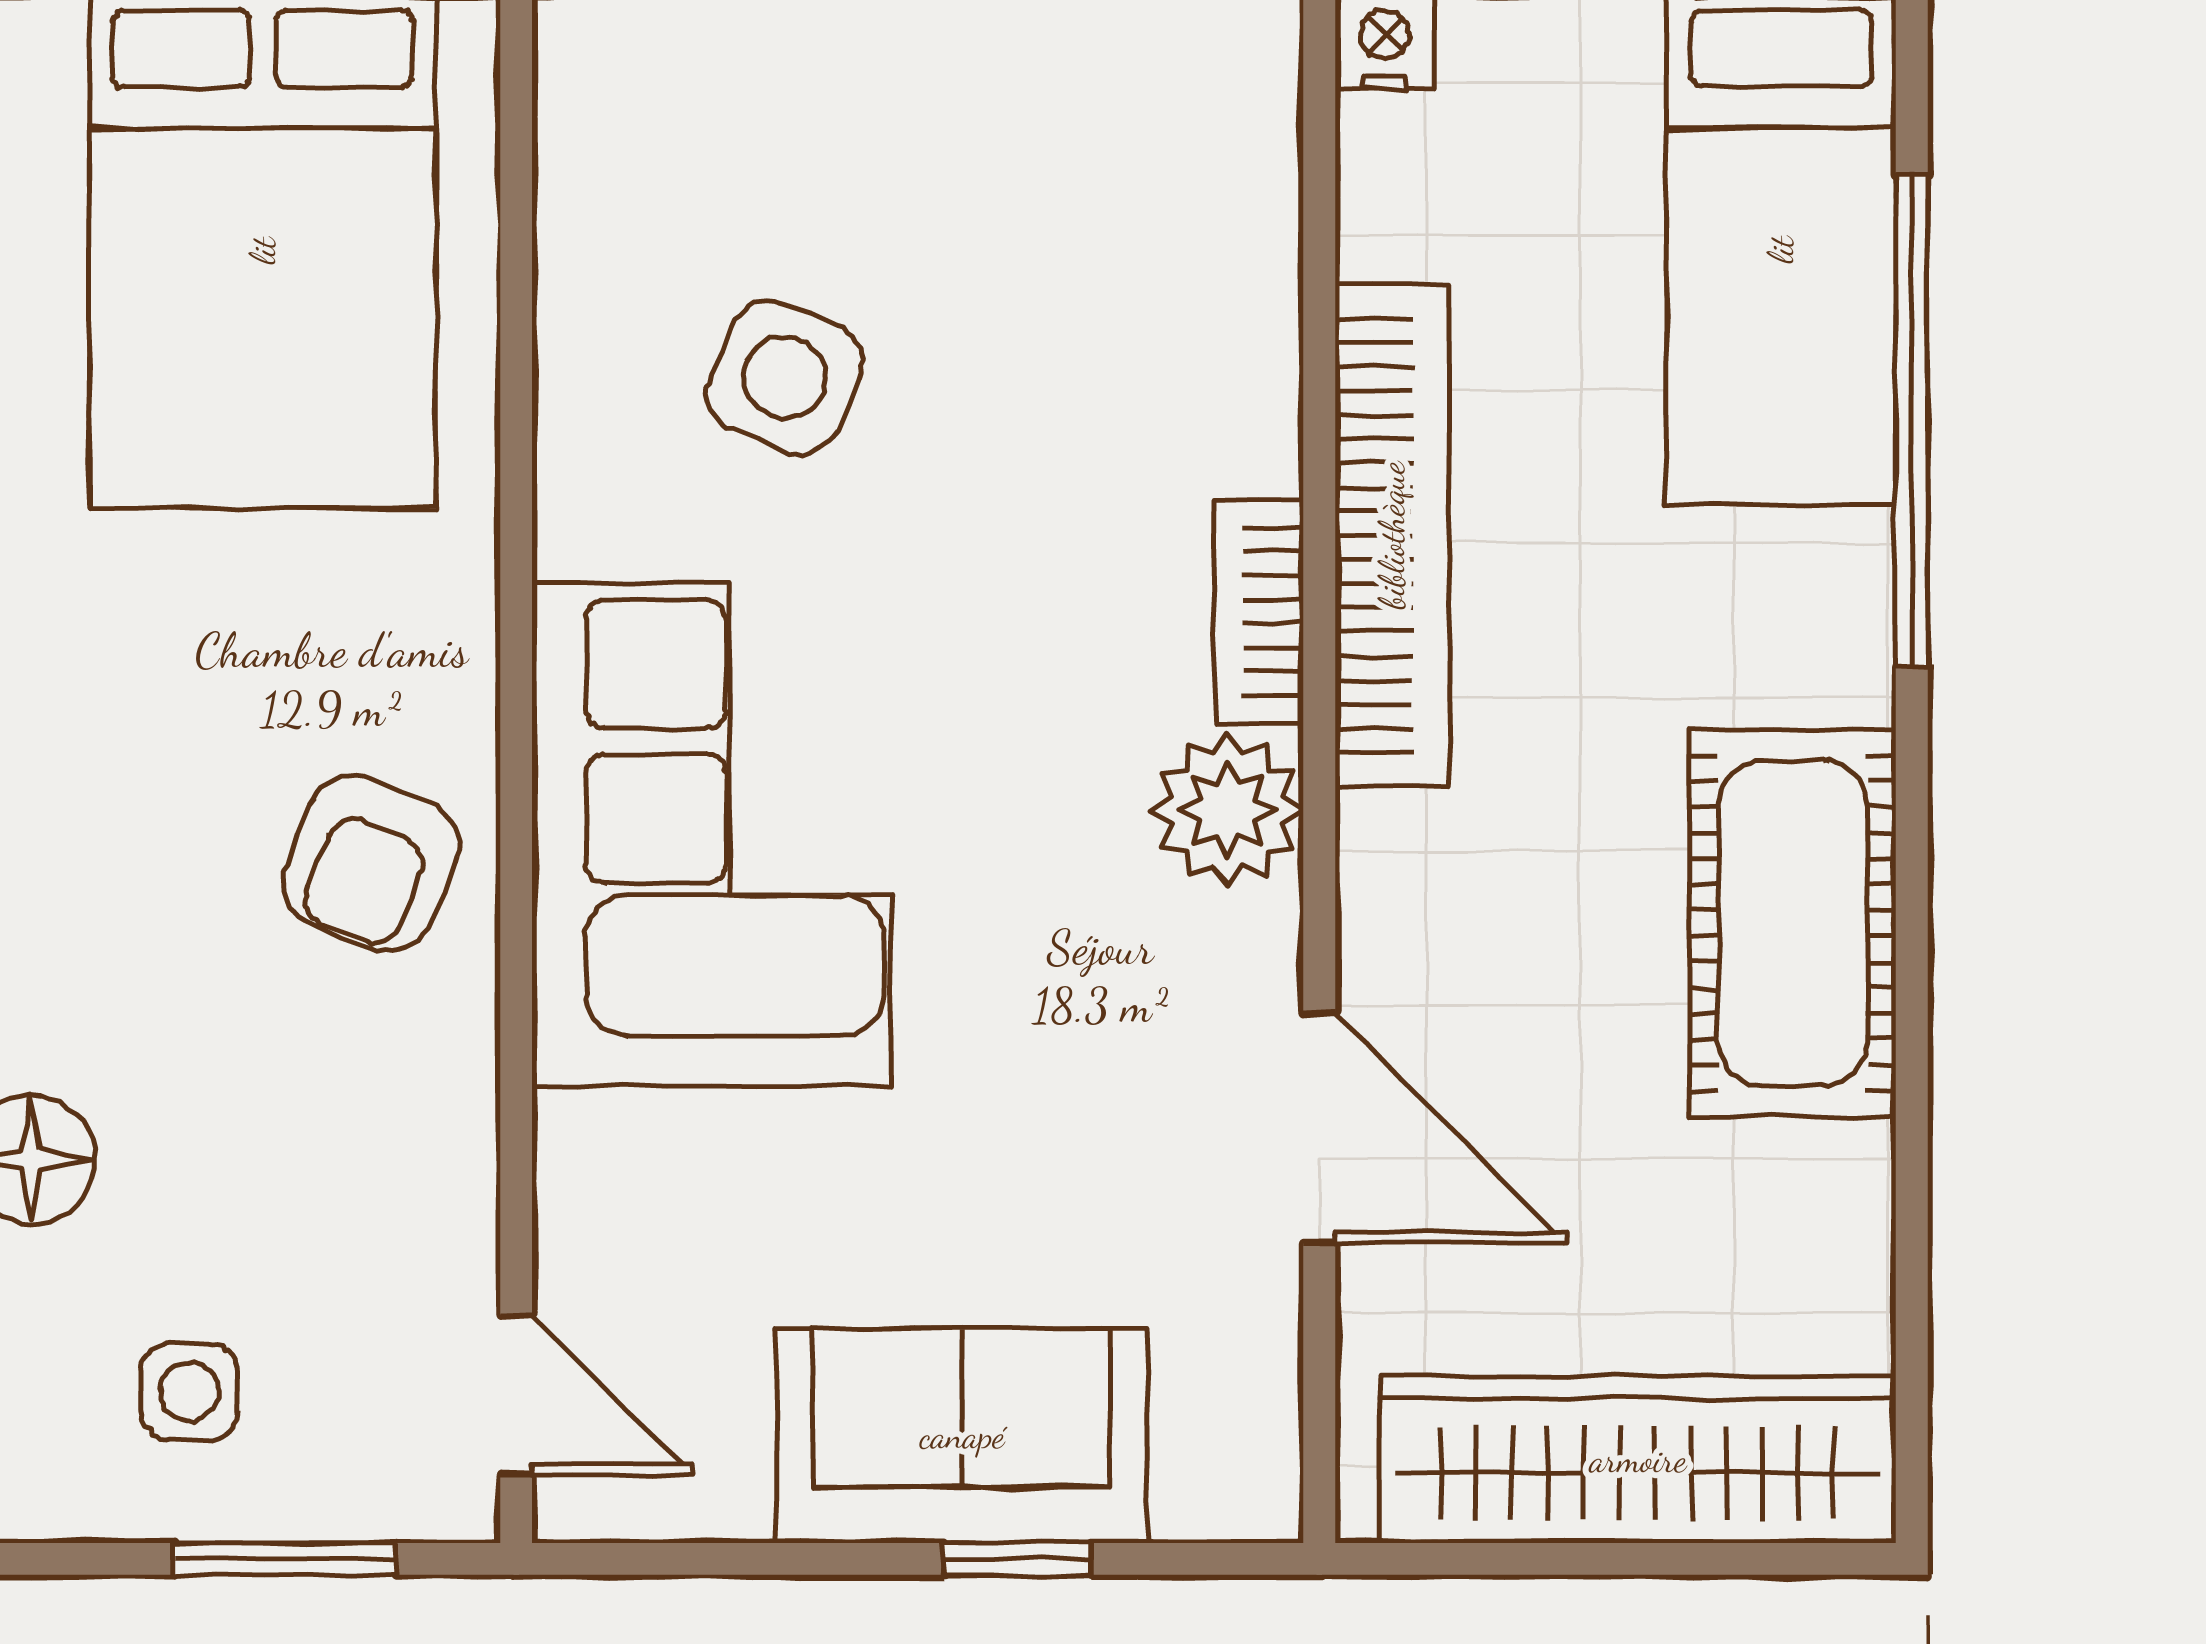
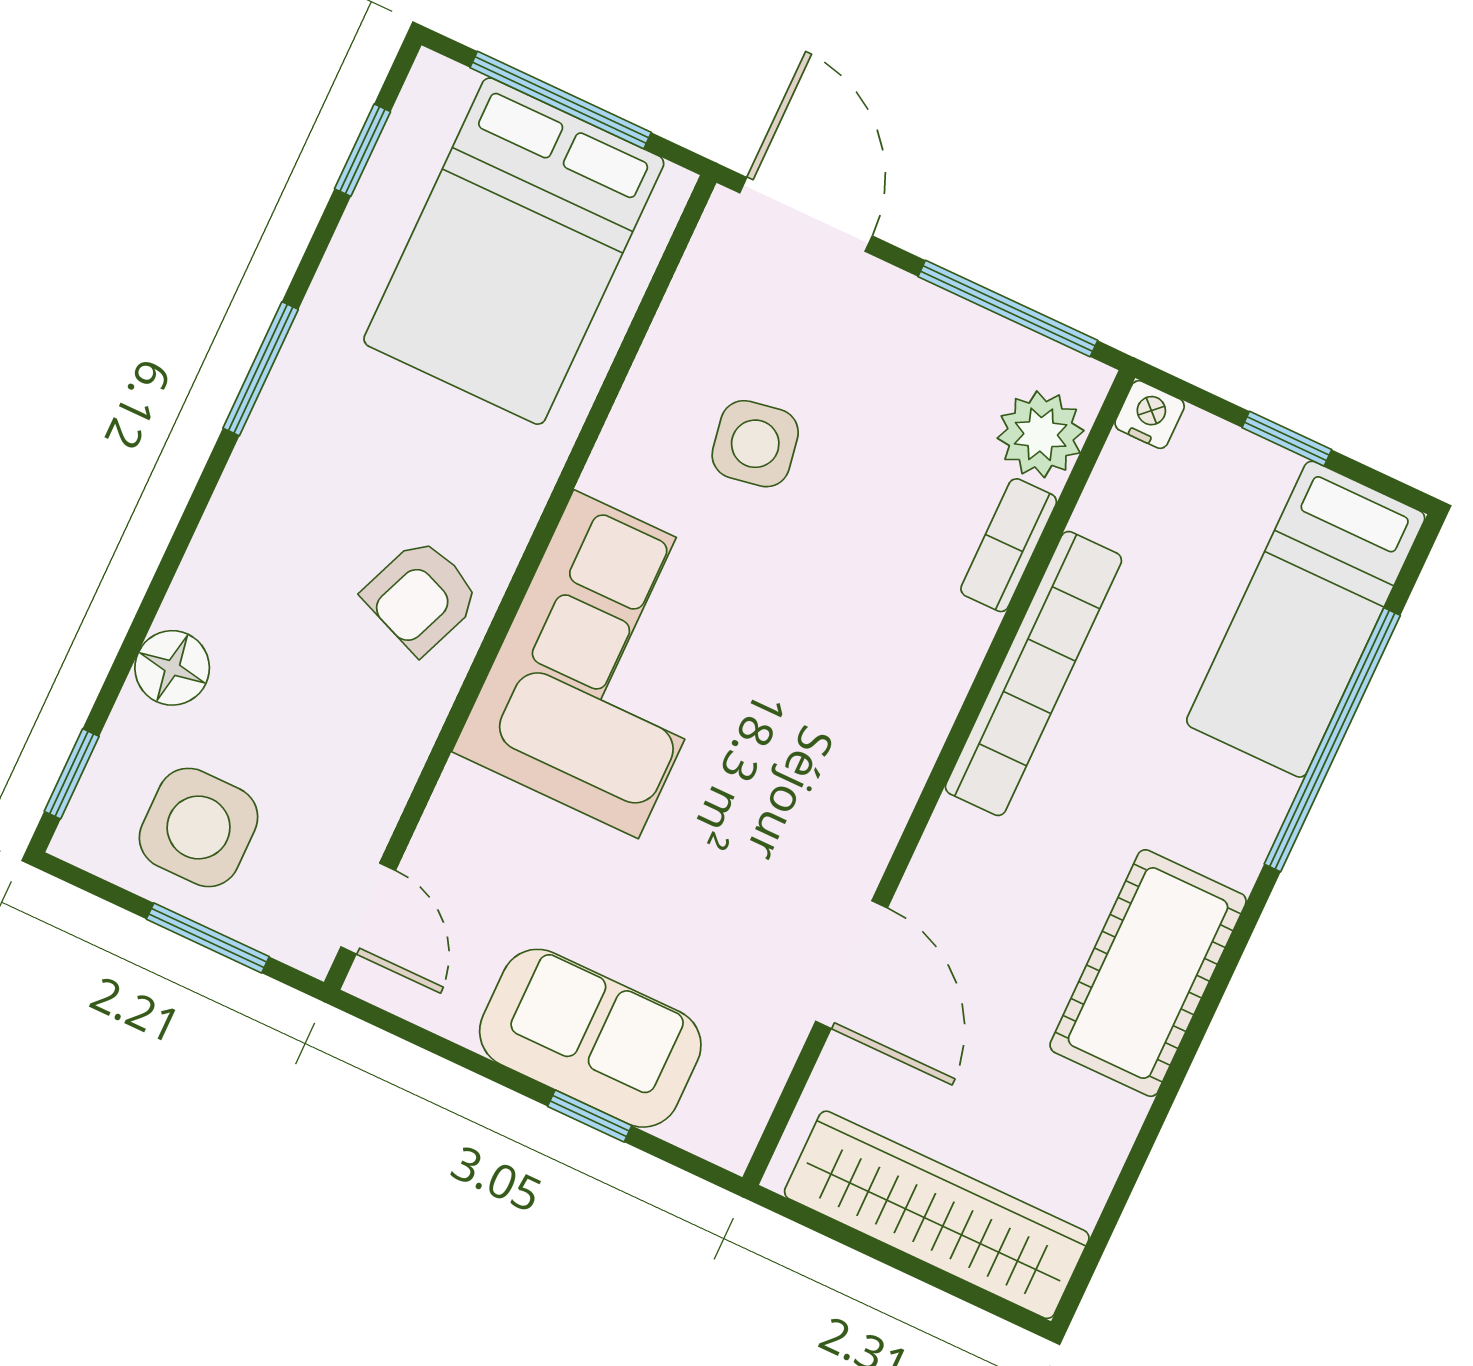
side table: (785, 378) -> (755, 444), turned -33
bookcase: (1259, 612) -> (1009, 545), moved
plant: (1228, 810) -> (1041, 434), moved
side table: (189, 1392) -> (199, 827), width x1.87, depth x1.87

